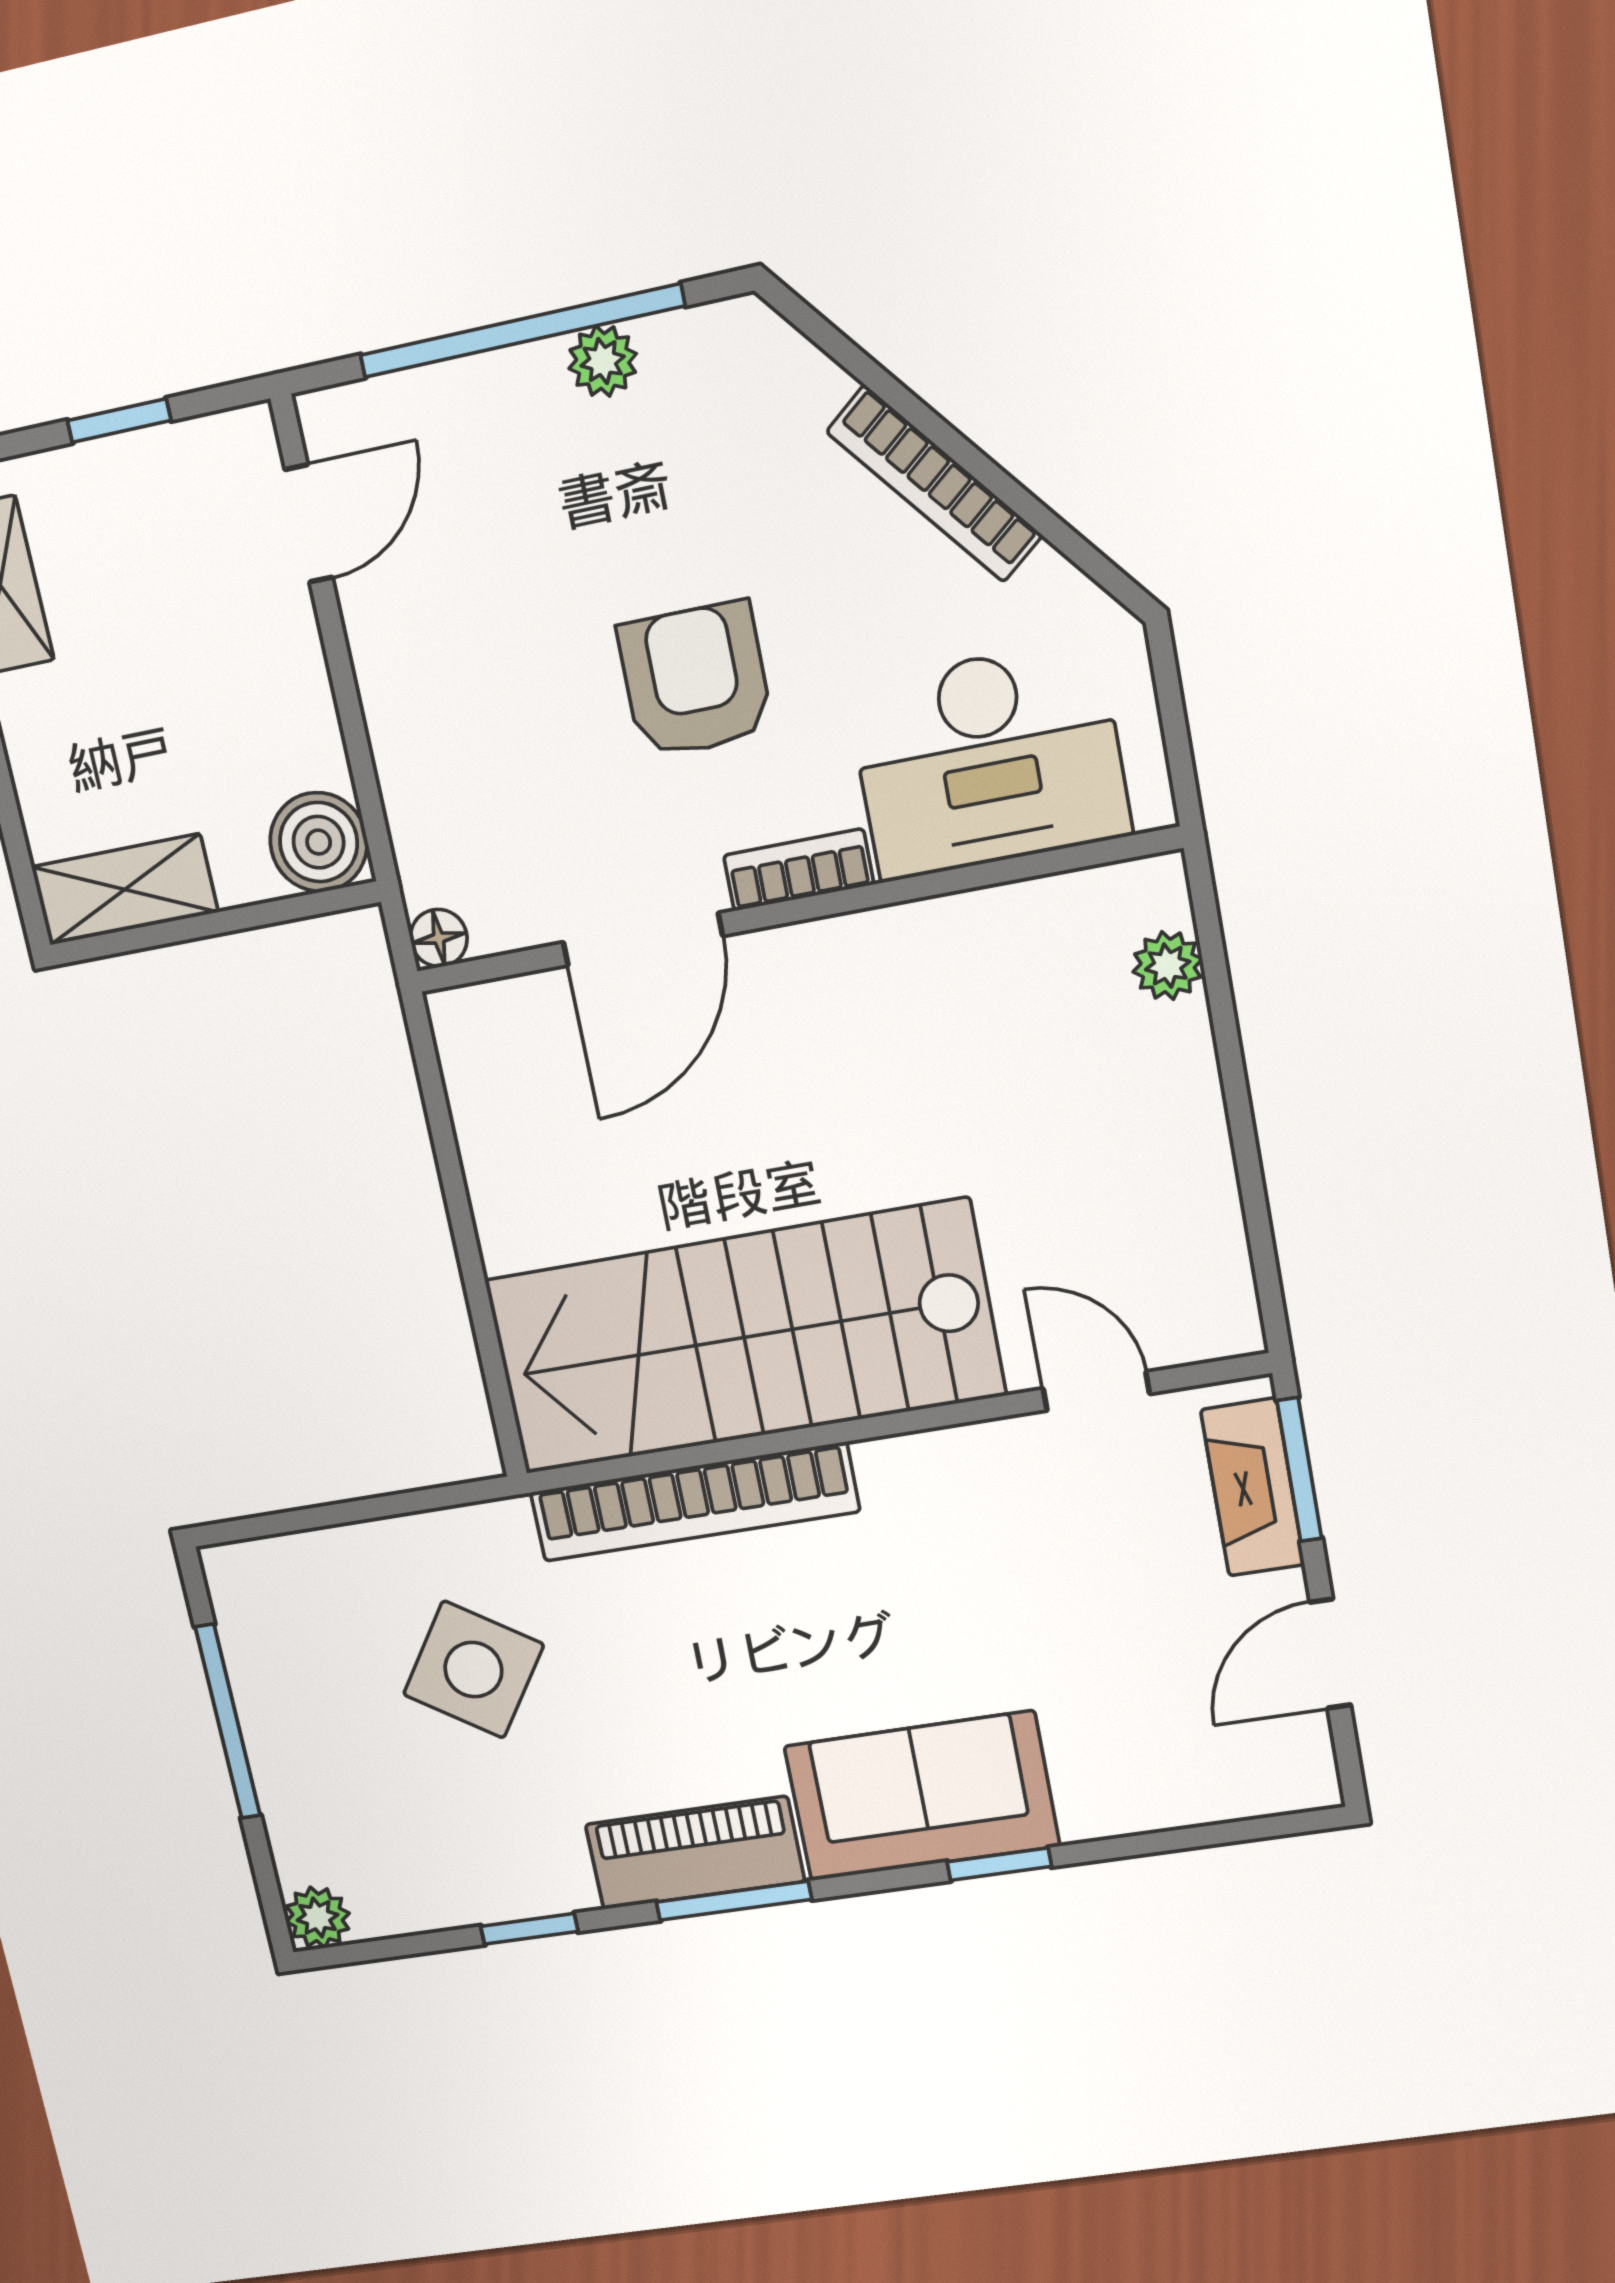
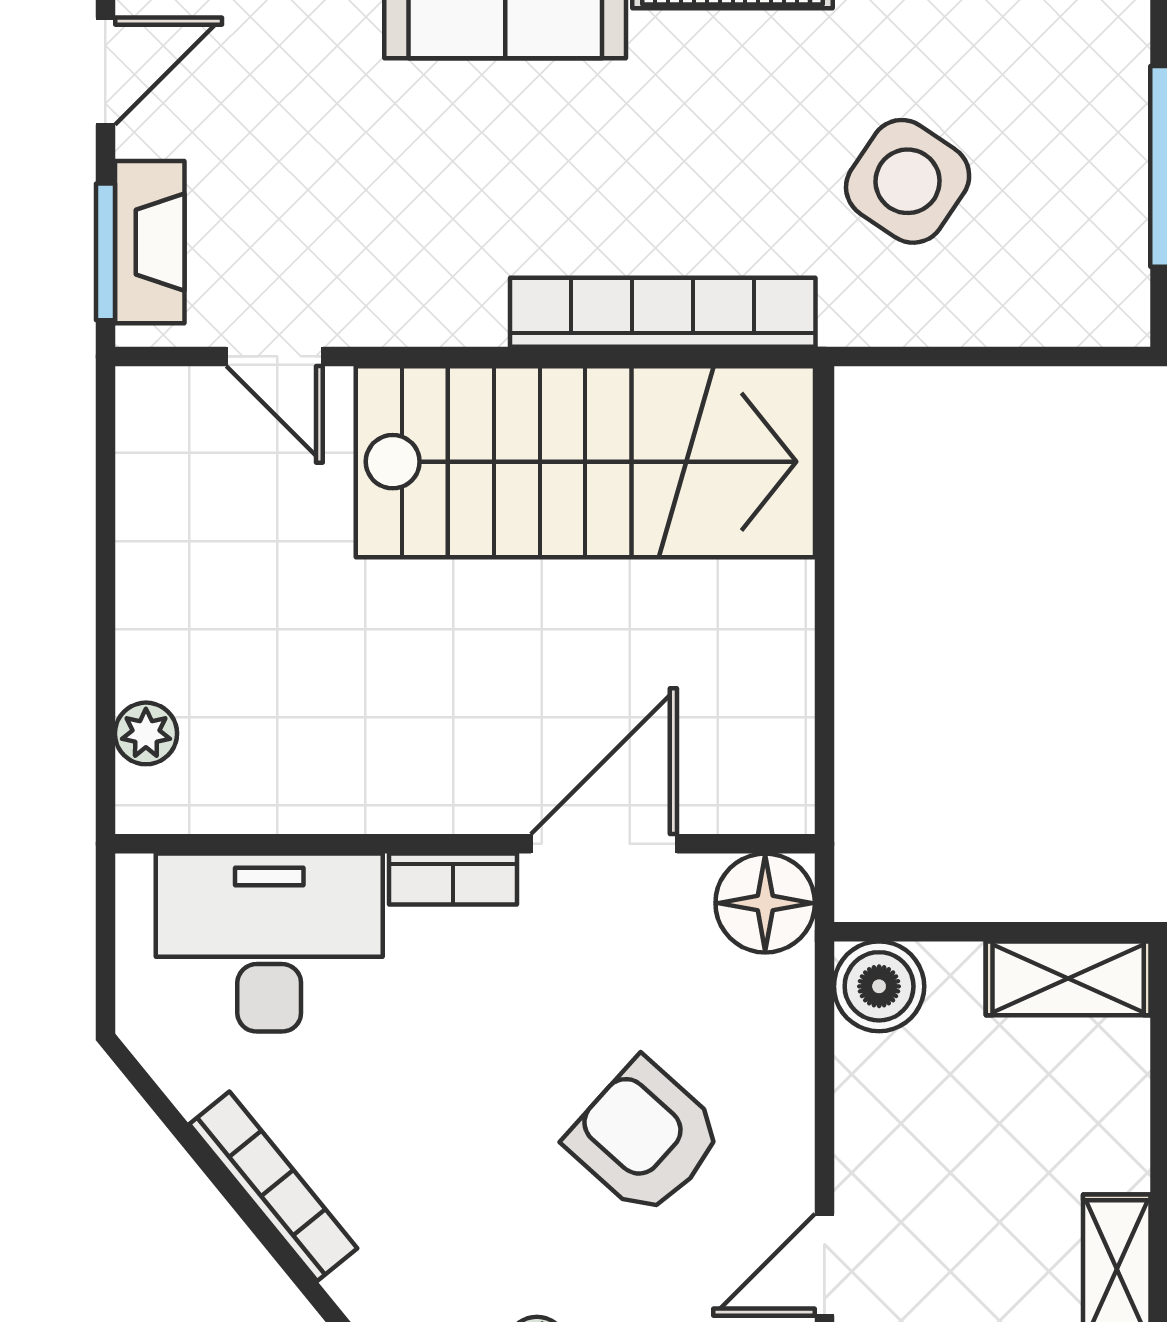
armchair: (695, 680) -> (645, 1138), moved, turned 132
floor lamp: (439, 938) -> (765, 903), width x1.89, depth x1.89

